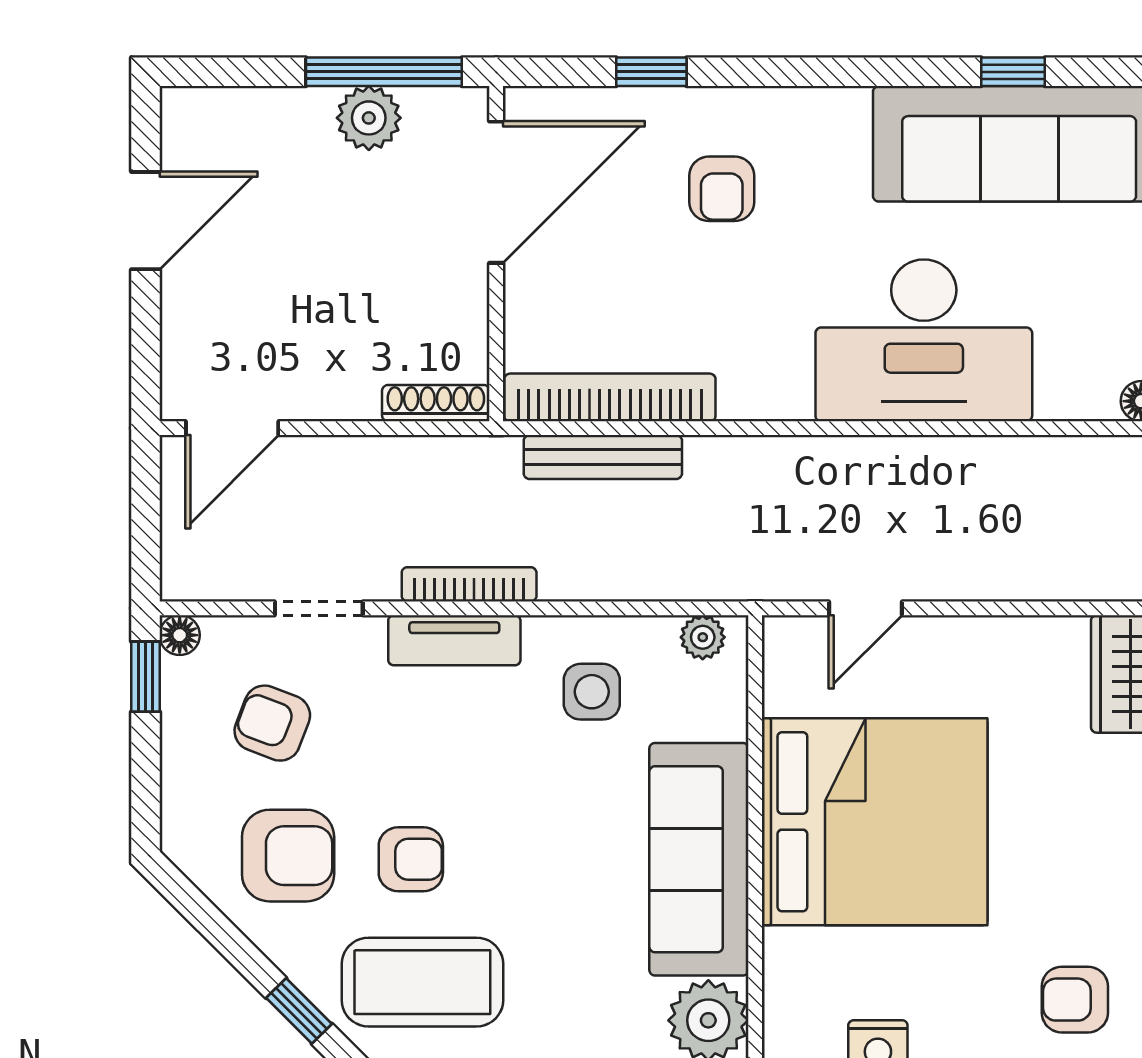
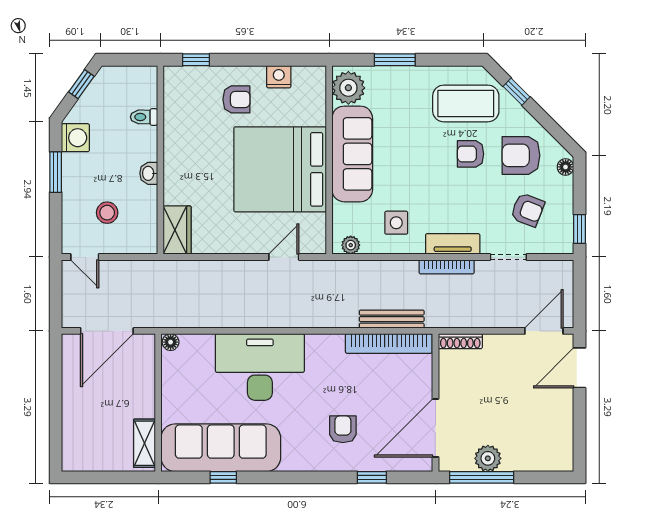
door: (145, 221) -> (580, 368), moved
floor lamp: (180, 635) -> (566, 167), moved
armchair: (1075, 1000) -> (236, 99), moved

